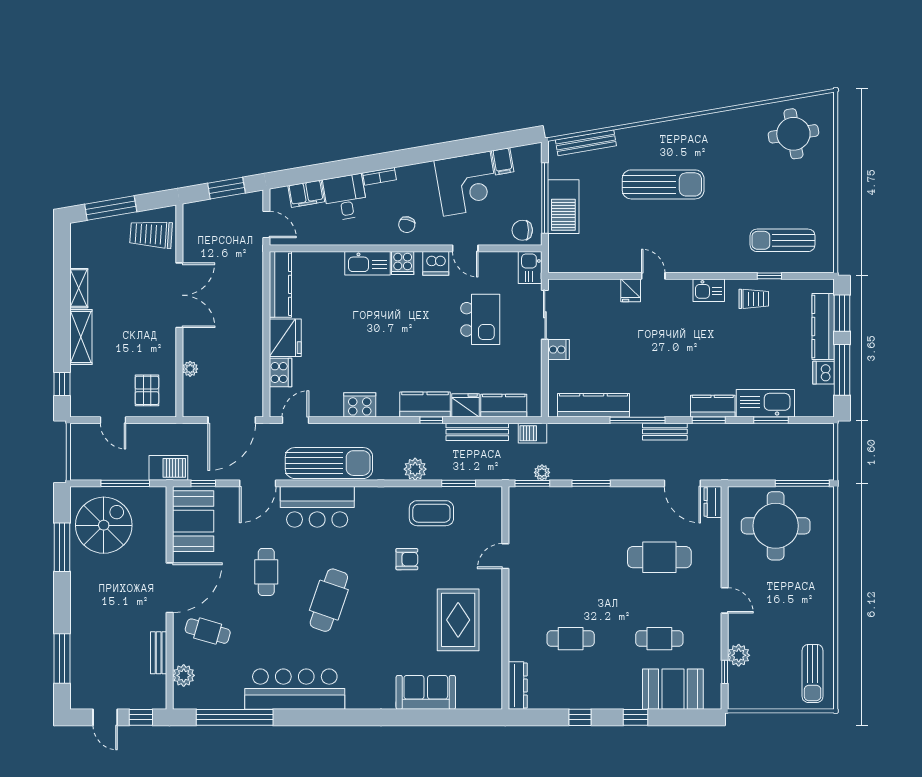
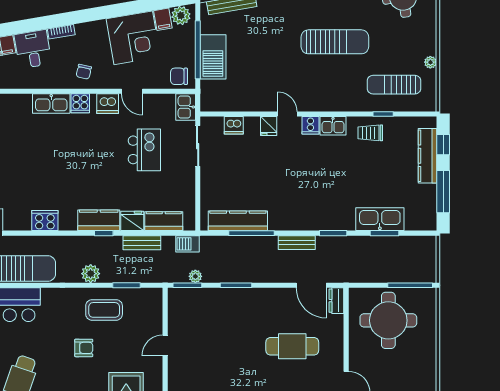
plant: (525, 157) -> (181, 15), added
sun lounger: (663, 184) -> (335, 42), moved
plant: (827, 213) -> (430, 62), added
trolley: (754, 299) -> (370, 133), turned 180
window: (842, 313) -> (443, 145), width x0.67
cooker: (558, 350) -> (310, 125), moved, turned 90
dishwasher: (823, 373) -> (234, 125), moved, turned -90
kitchen counter: (713, 406) -> (336, 222), removed
window: (638, 420) -> (251, 233), moved
bench: (477, 432) -> (142, 243), width x0.73

